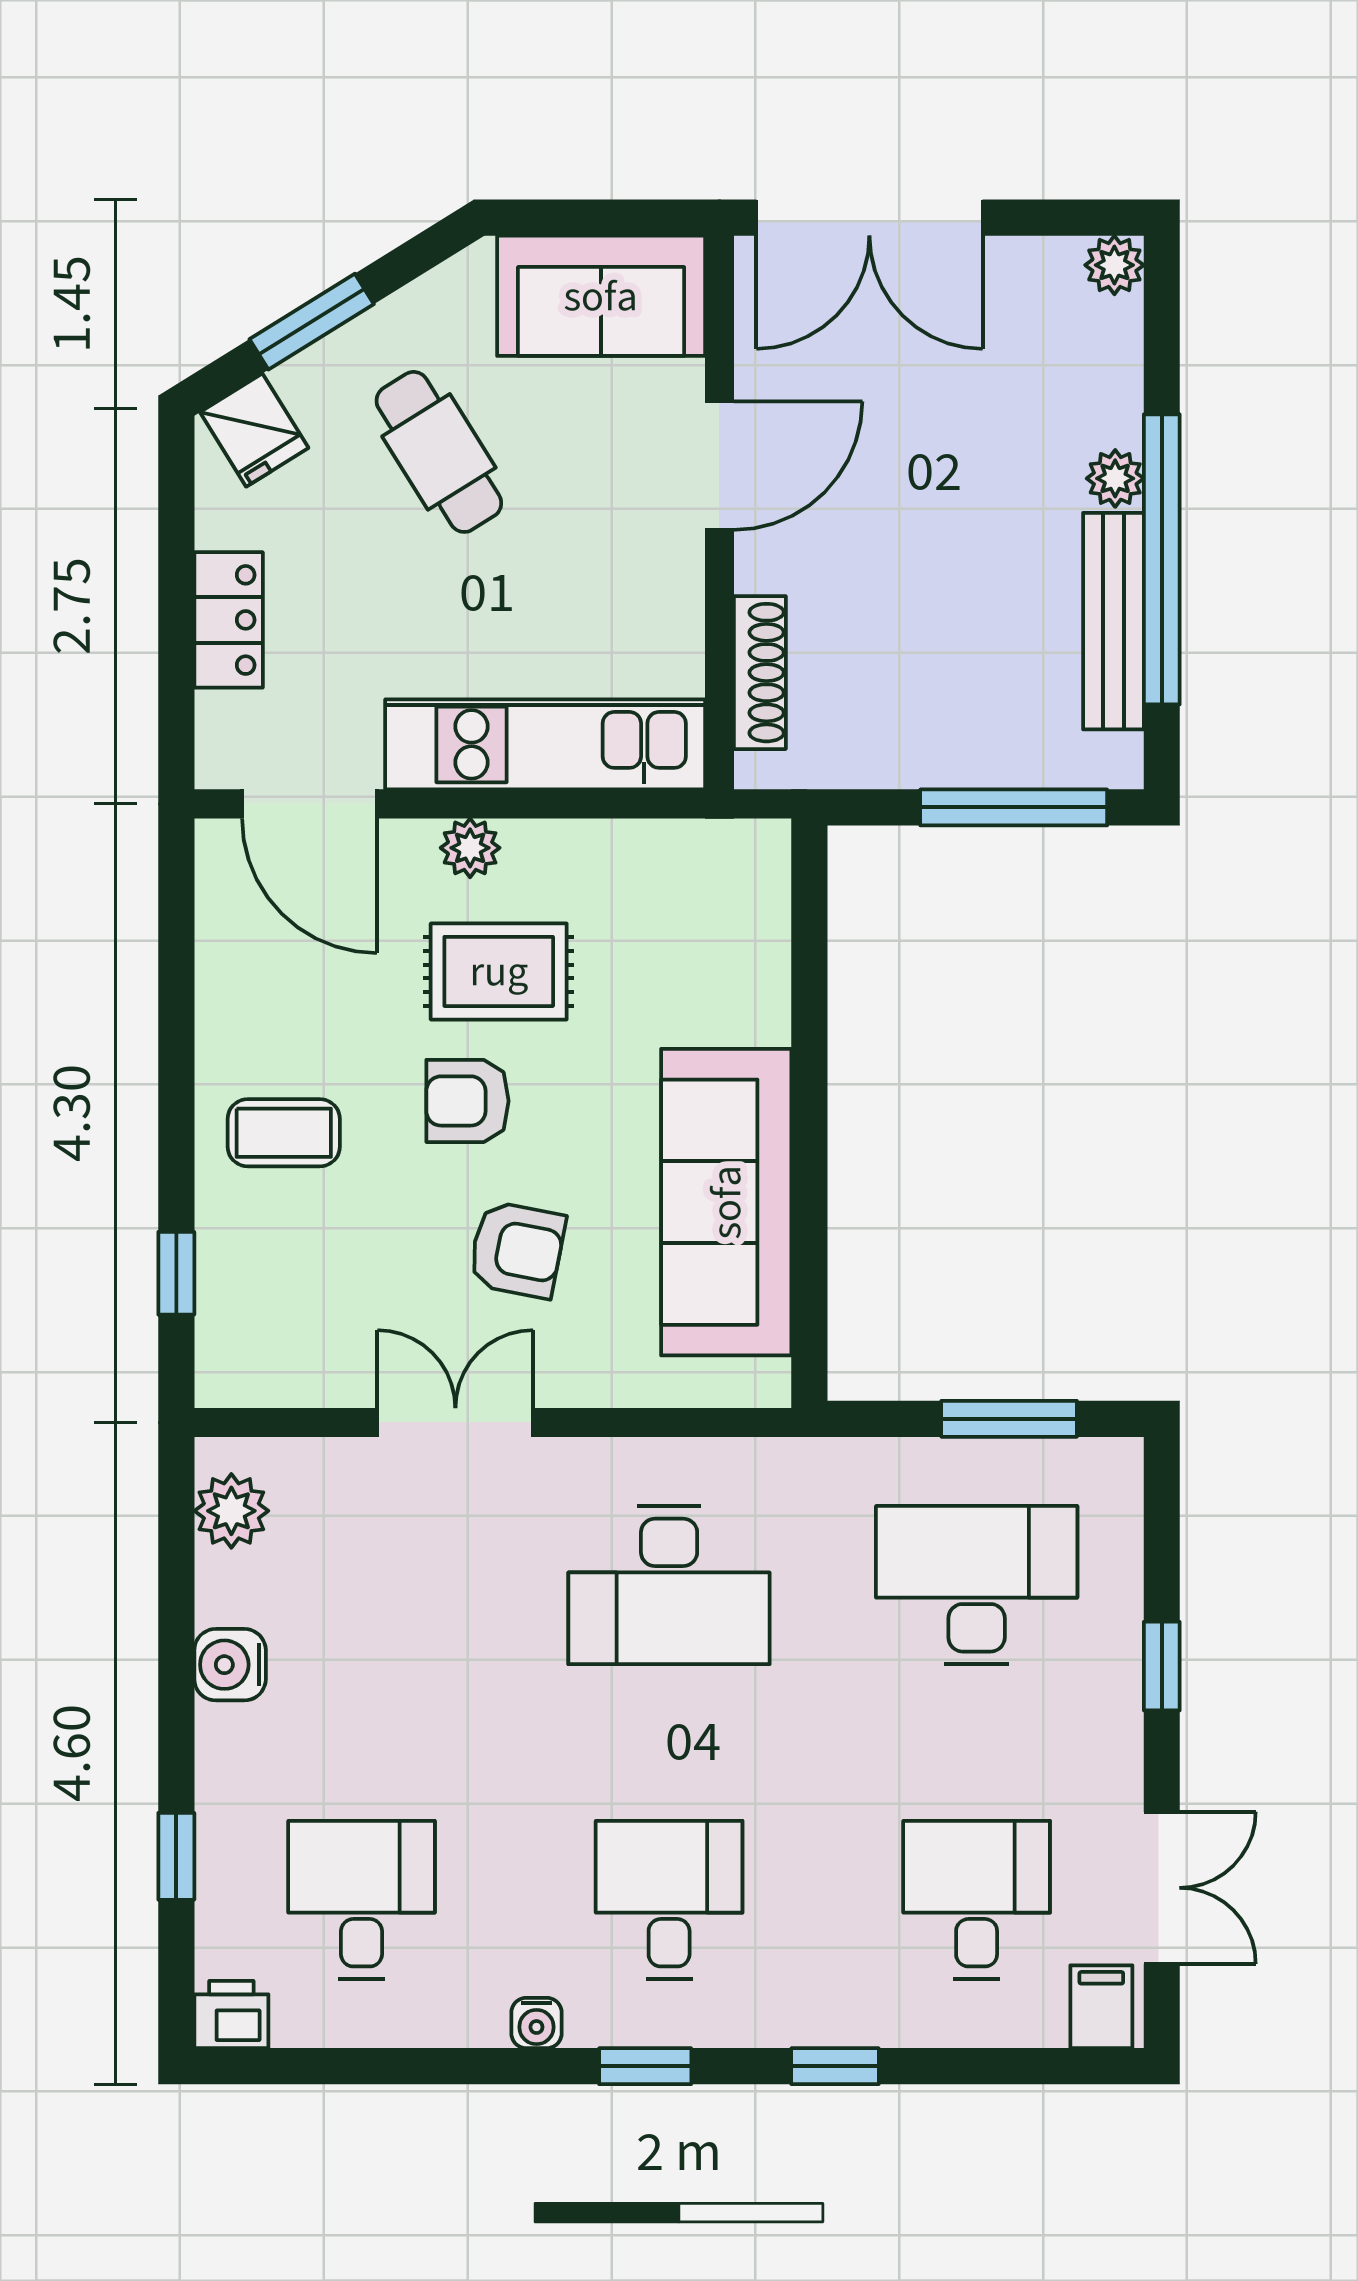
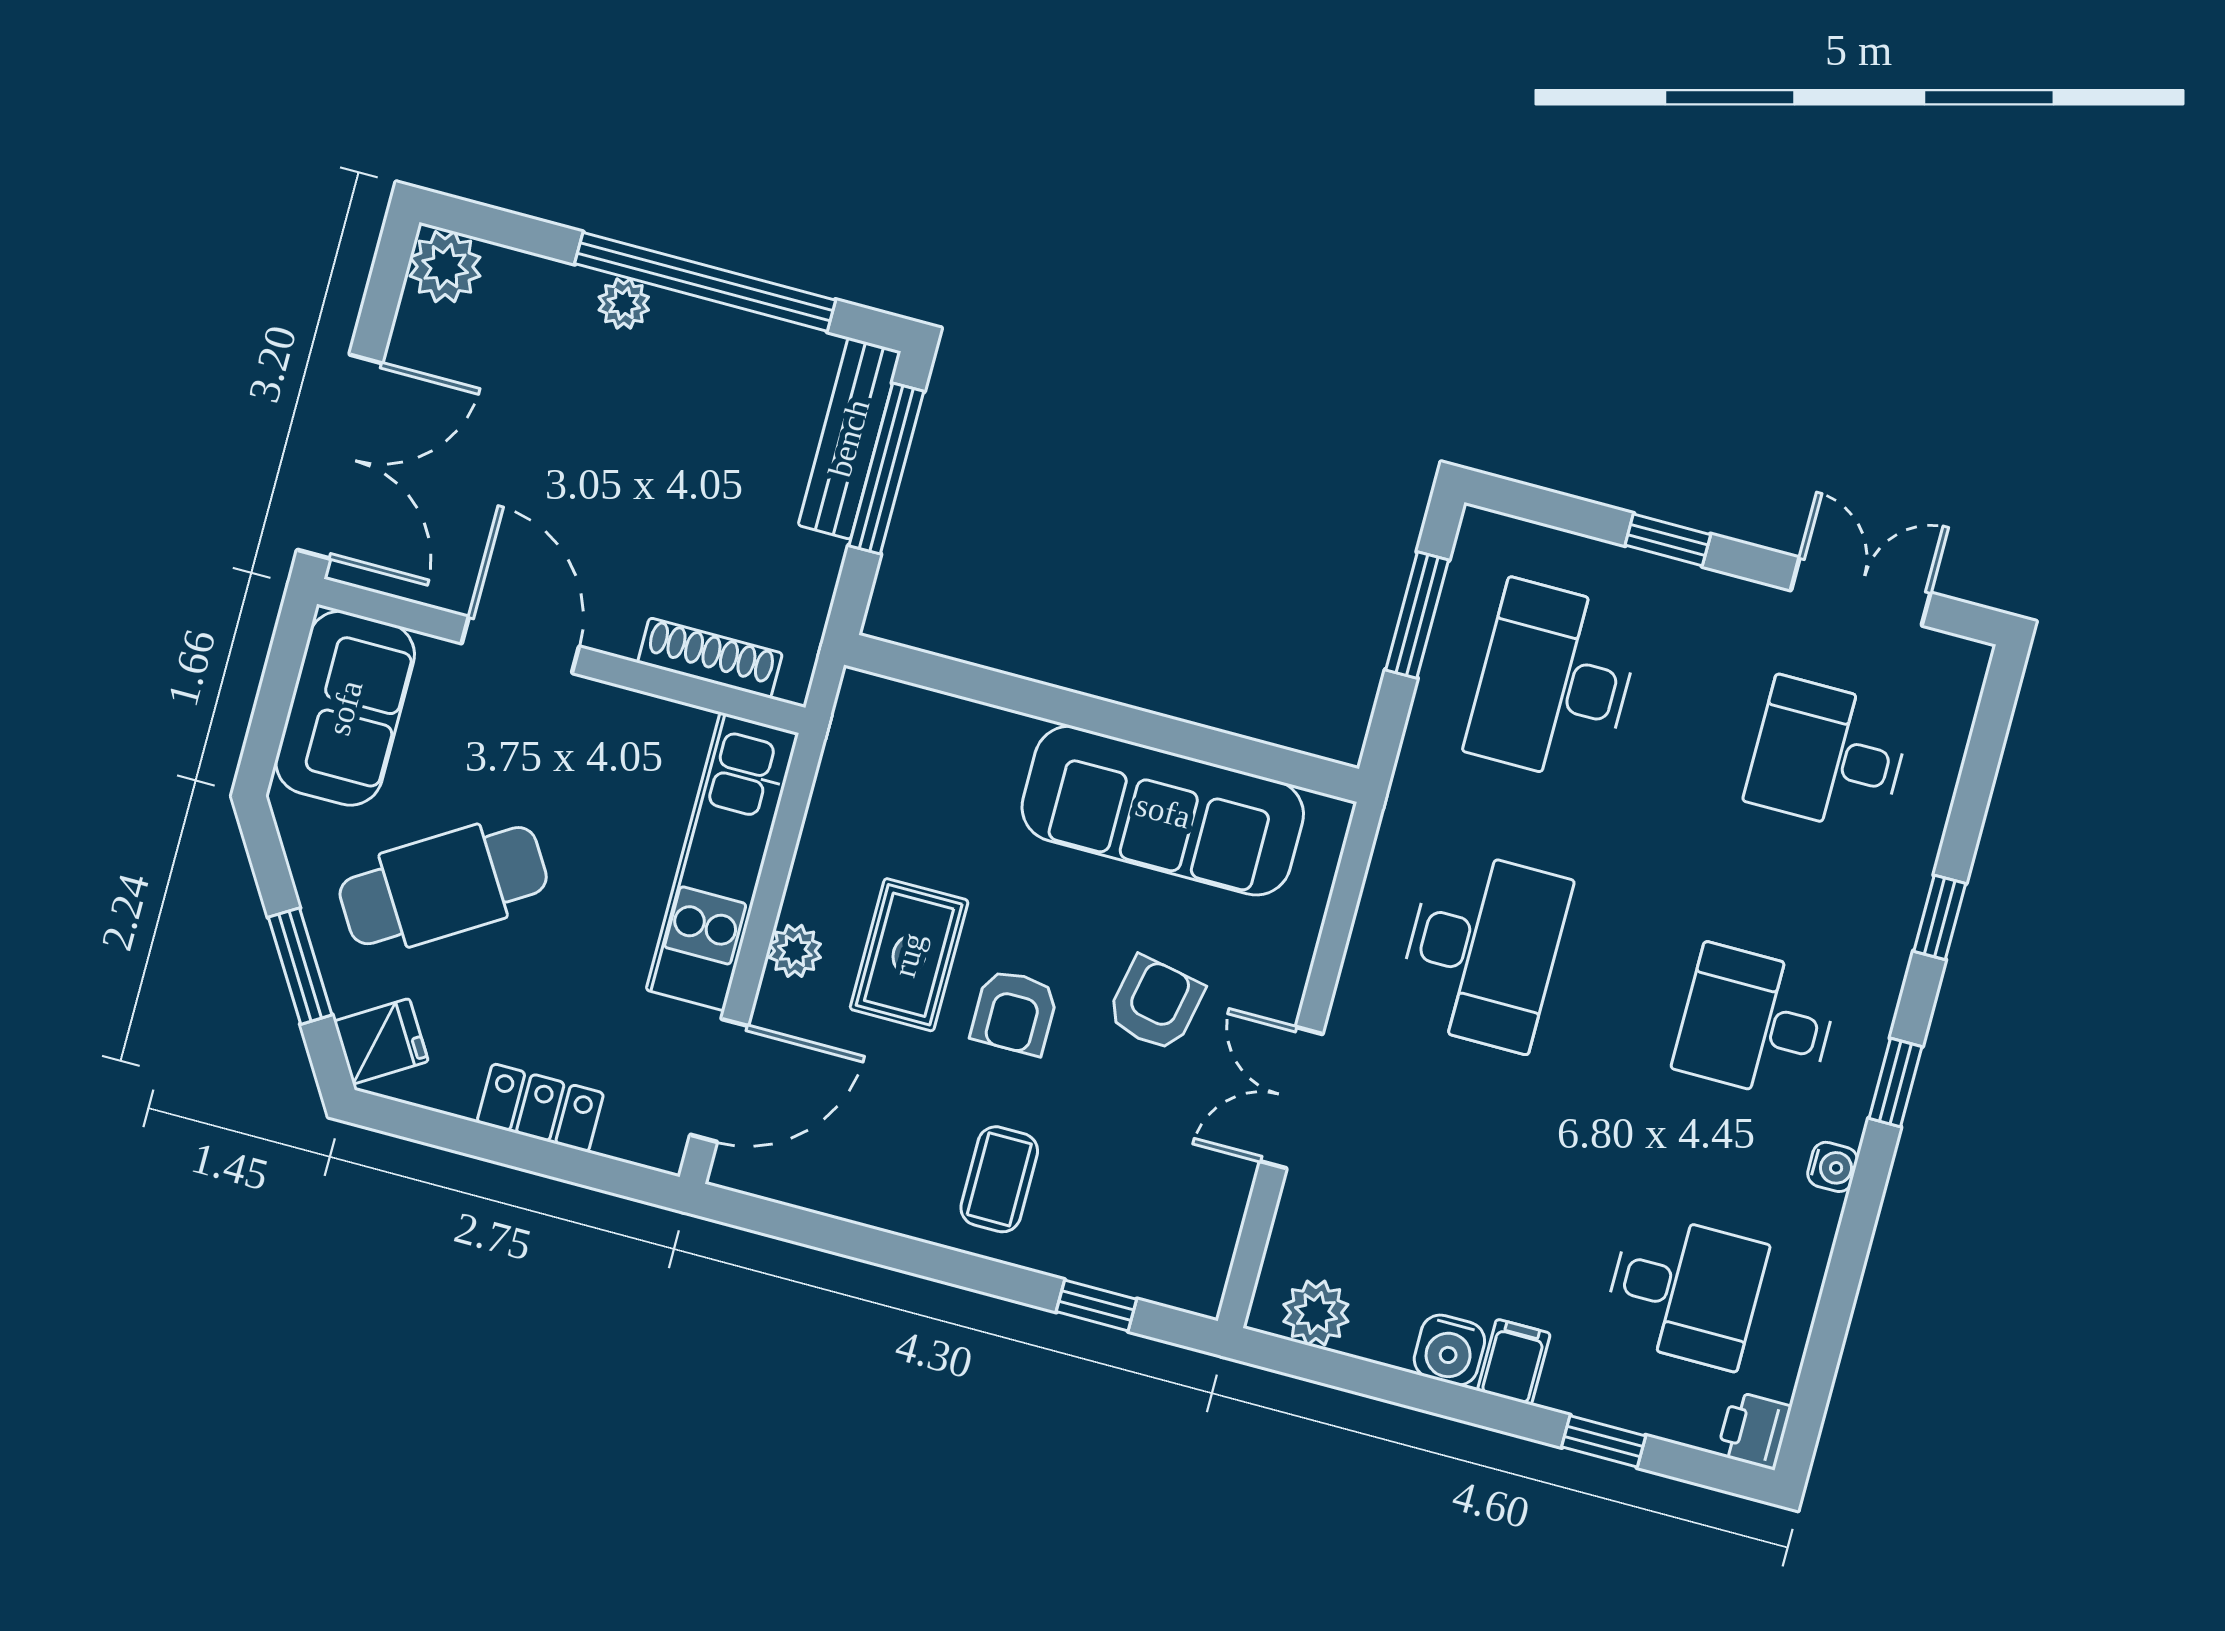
plant: (1114, 265) -> (445, 267), width x1.38, depth x1.38
cafe table: (439, 452) -> (443, 886), width x1.37, depth x1.35
bench: (1113, 621) -> (849, 438), moved, turned 90
desk: (361, 1900) -> (1685, 1291), turned 180
filing cabinet: (1101, 2007) -> (1514, 1362), moved, turned 90

